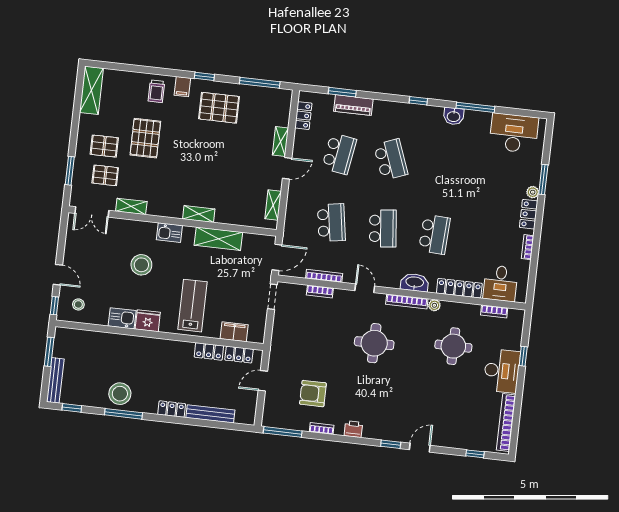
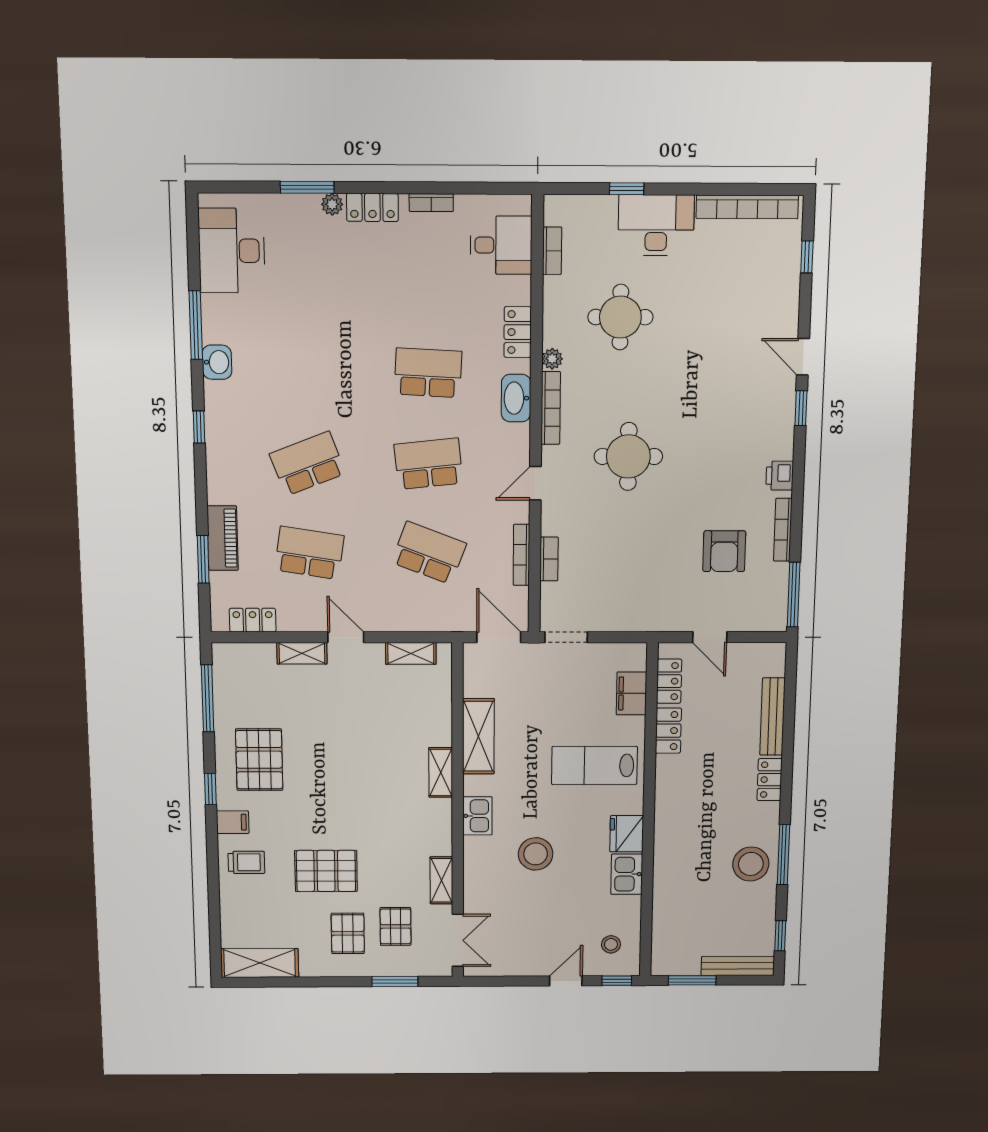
school desk: (331, 223) -> (429, 553), turned 30
locker: (459, 288) -> (518, 332), width x0.66
bookcase: (322, 428) -> (783, 530), width x1.56

